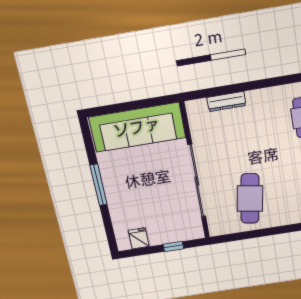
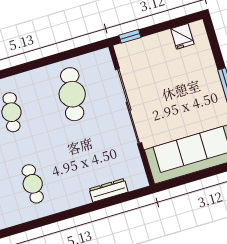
window: (173, 246) -> (130, 36), moved

